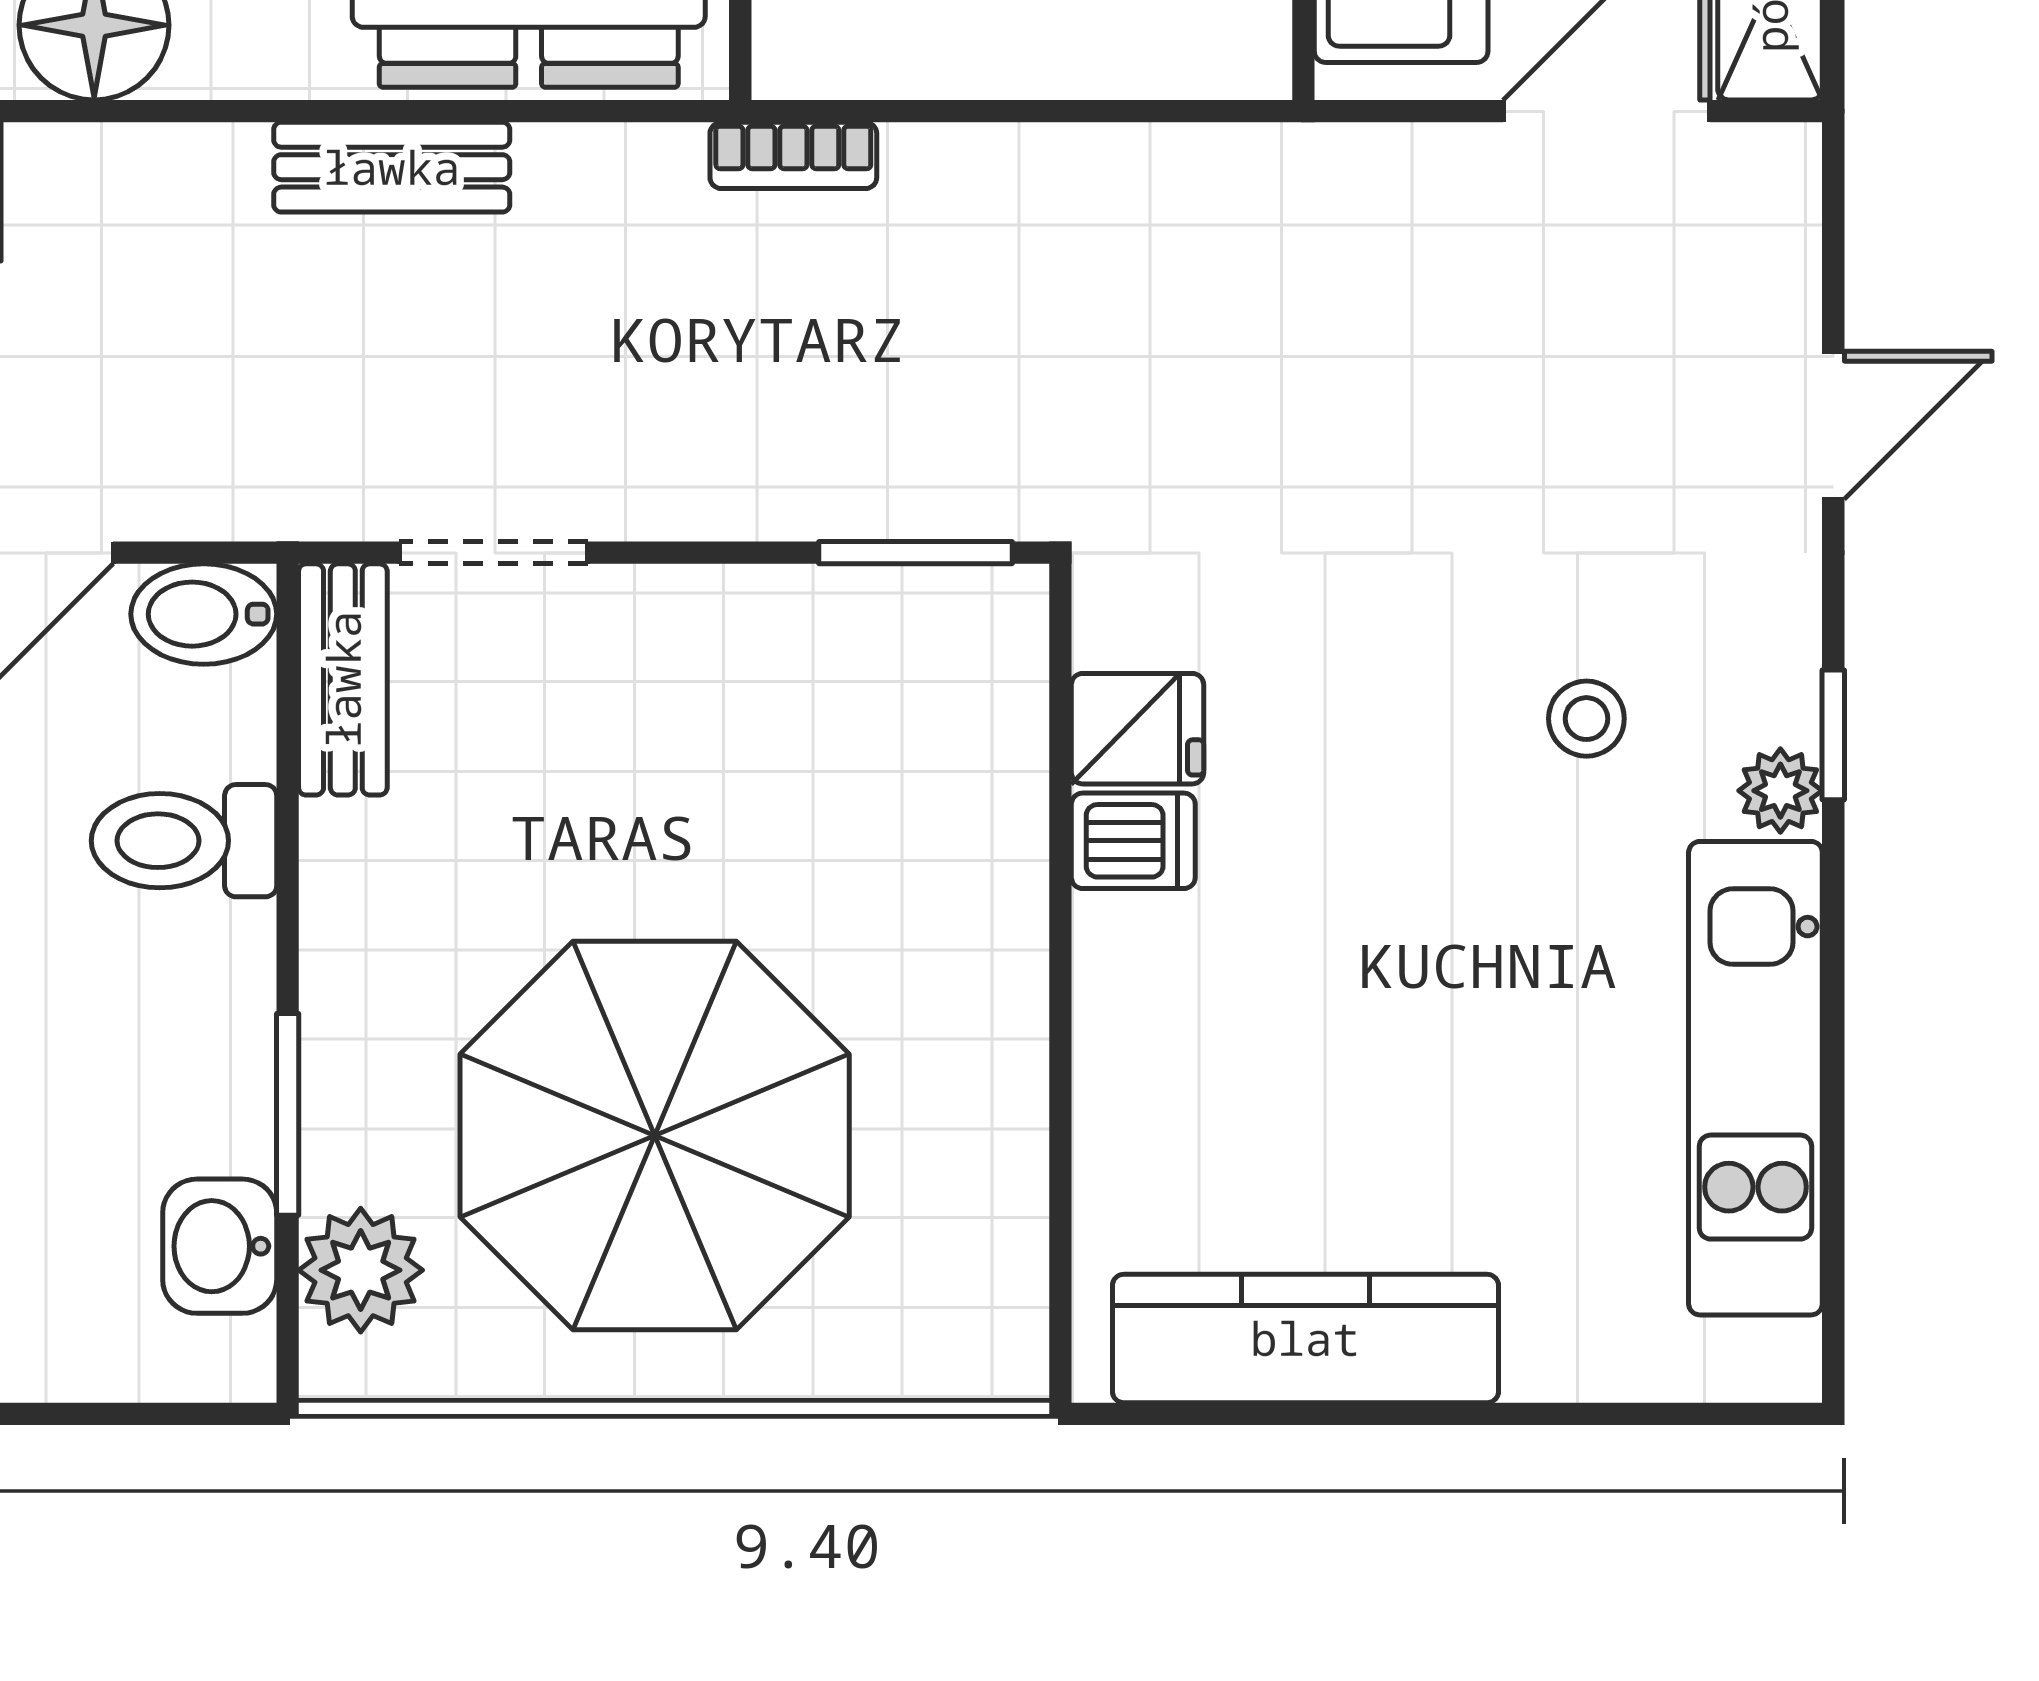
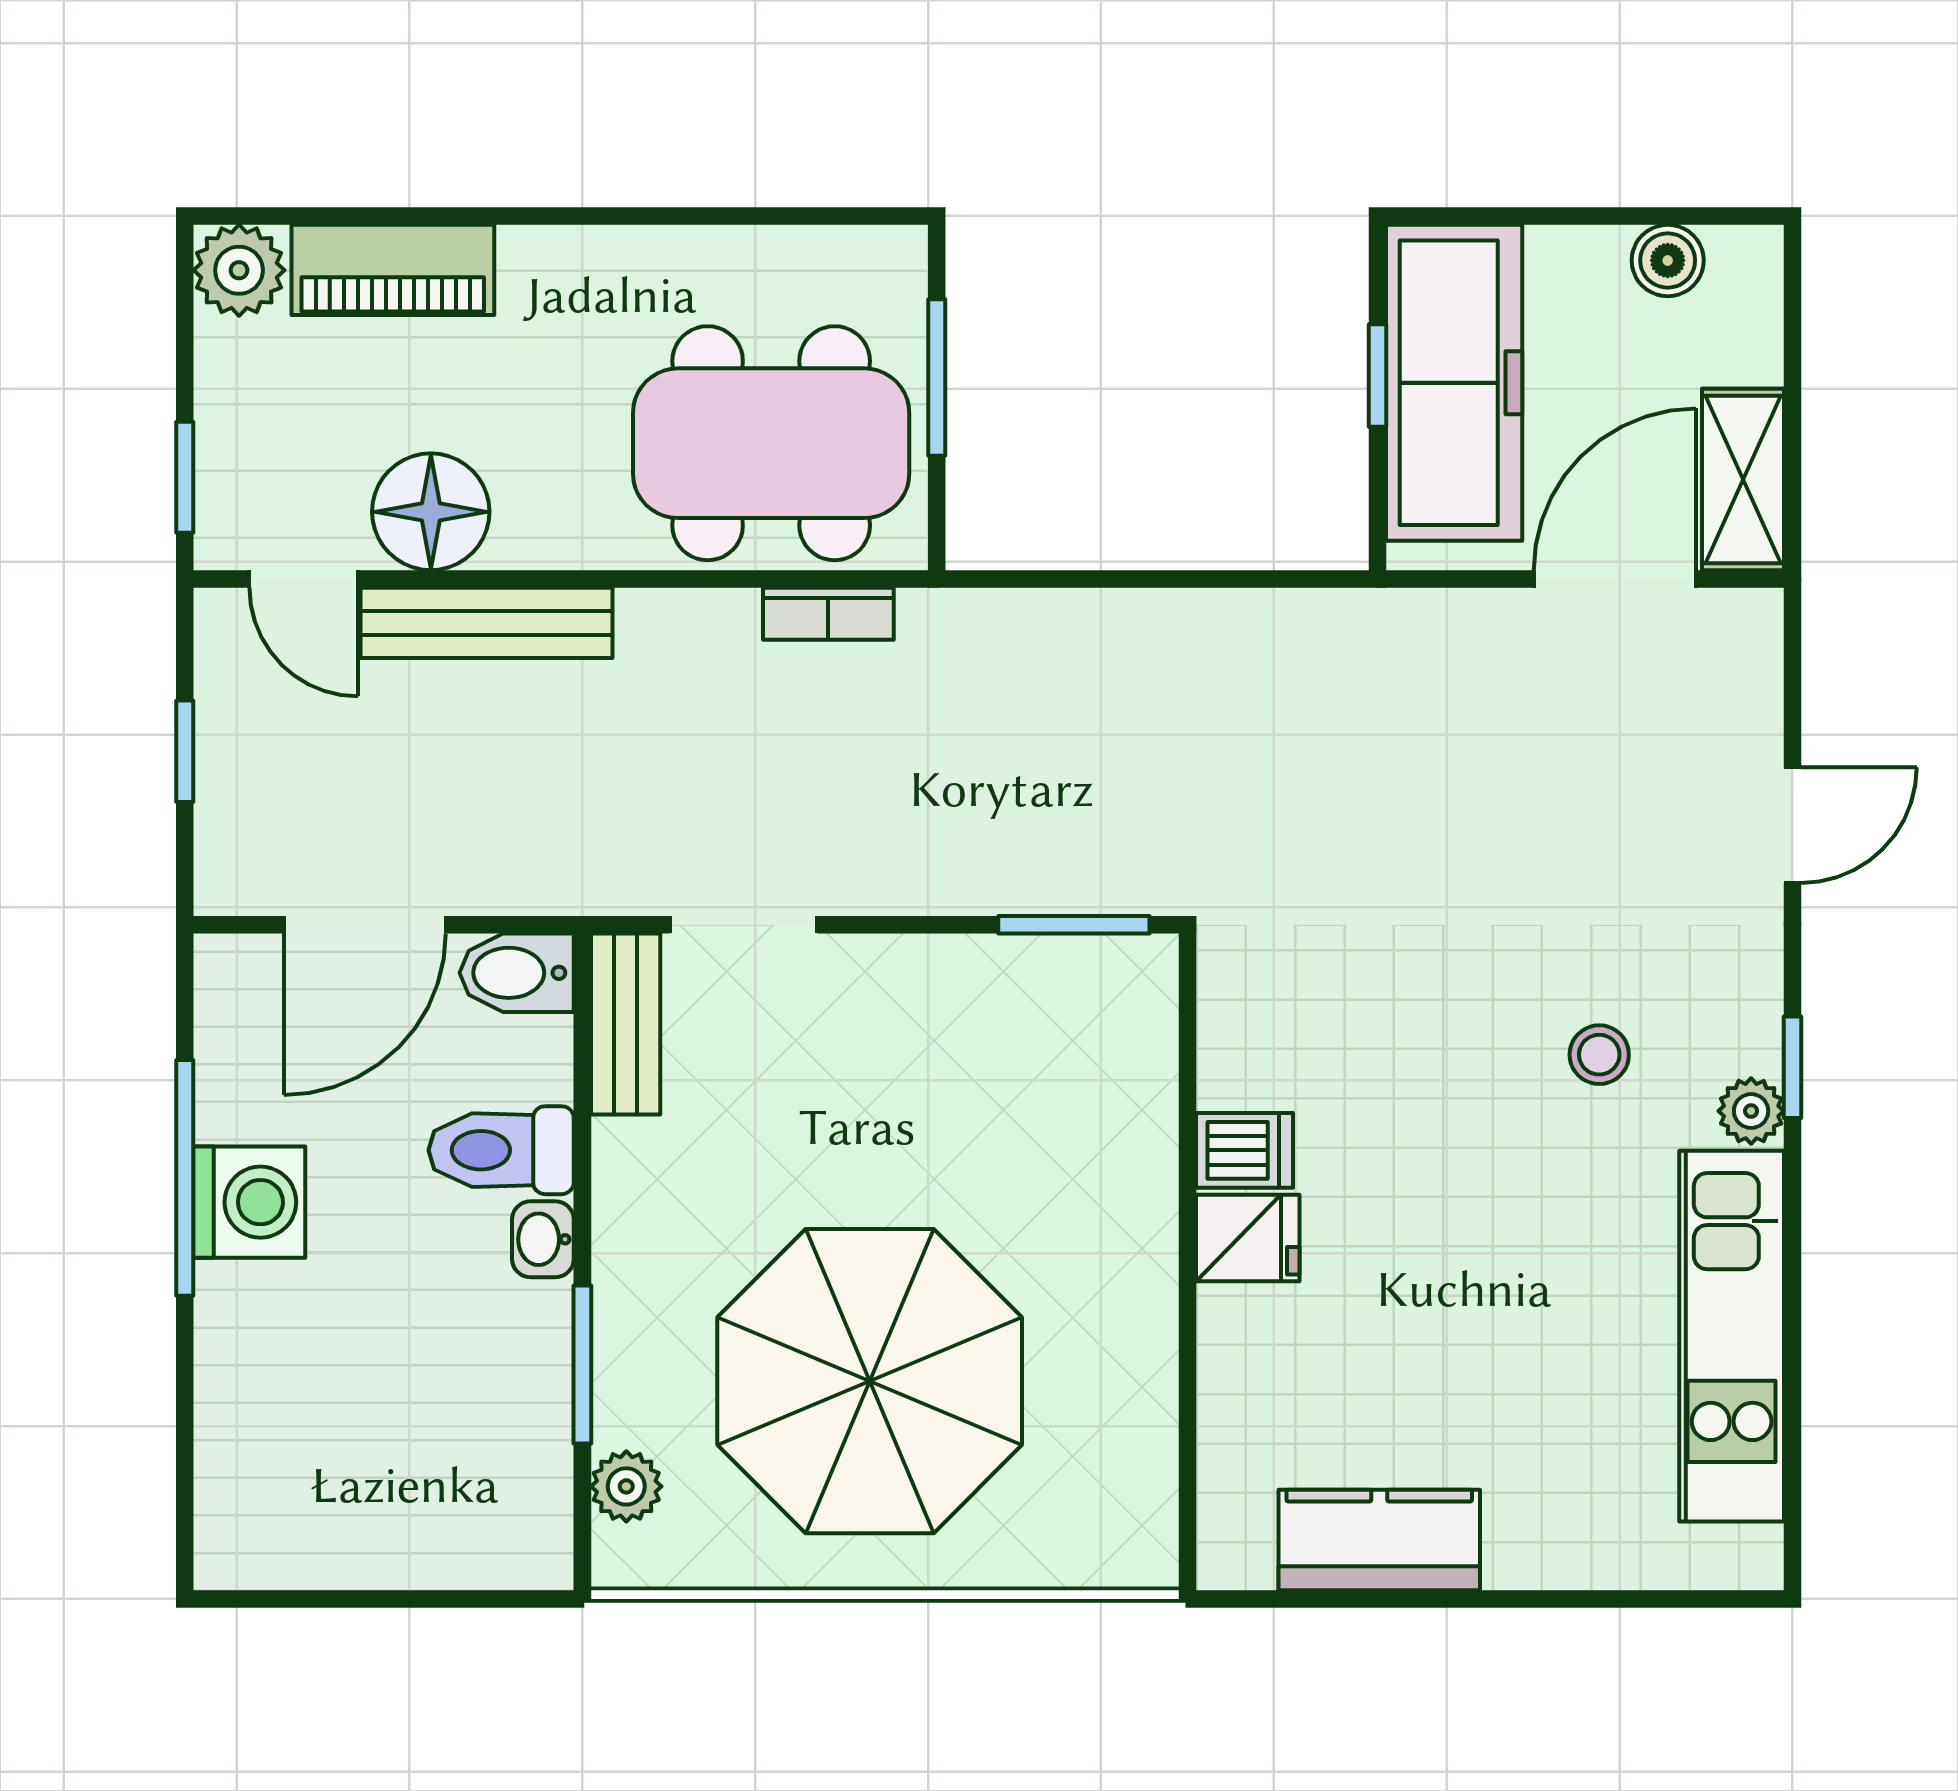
bookcase: (793, 155) -> (828, 614), moved
bench: (392, 167) -> (486, 623), moved, width x1.36
fridge: (1138, 729) -> (1248, 1238), moved
washbasin: (220, 1246) -> (543, 1239), moved, width x0.72, depth x0.69
plant: (361, 1270) -> (626, 1486), width x0.73, depth x0.73
kitchen counter: (1305, 1338) -> (1379, 1540), width x0.67

